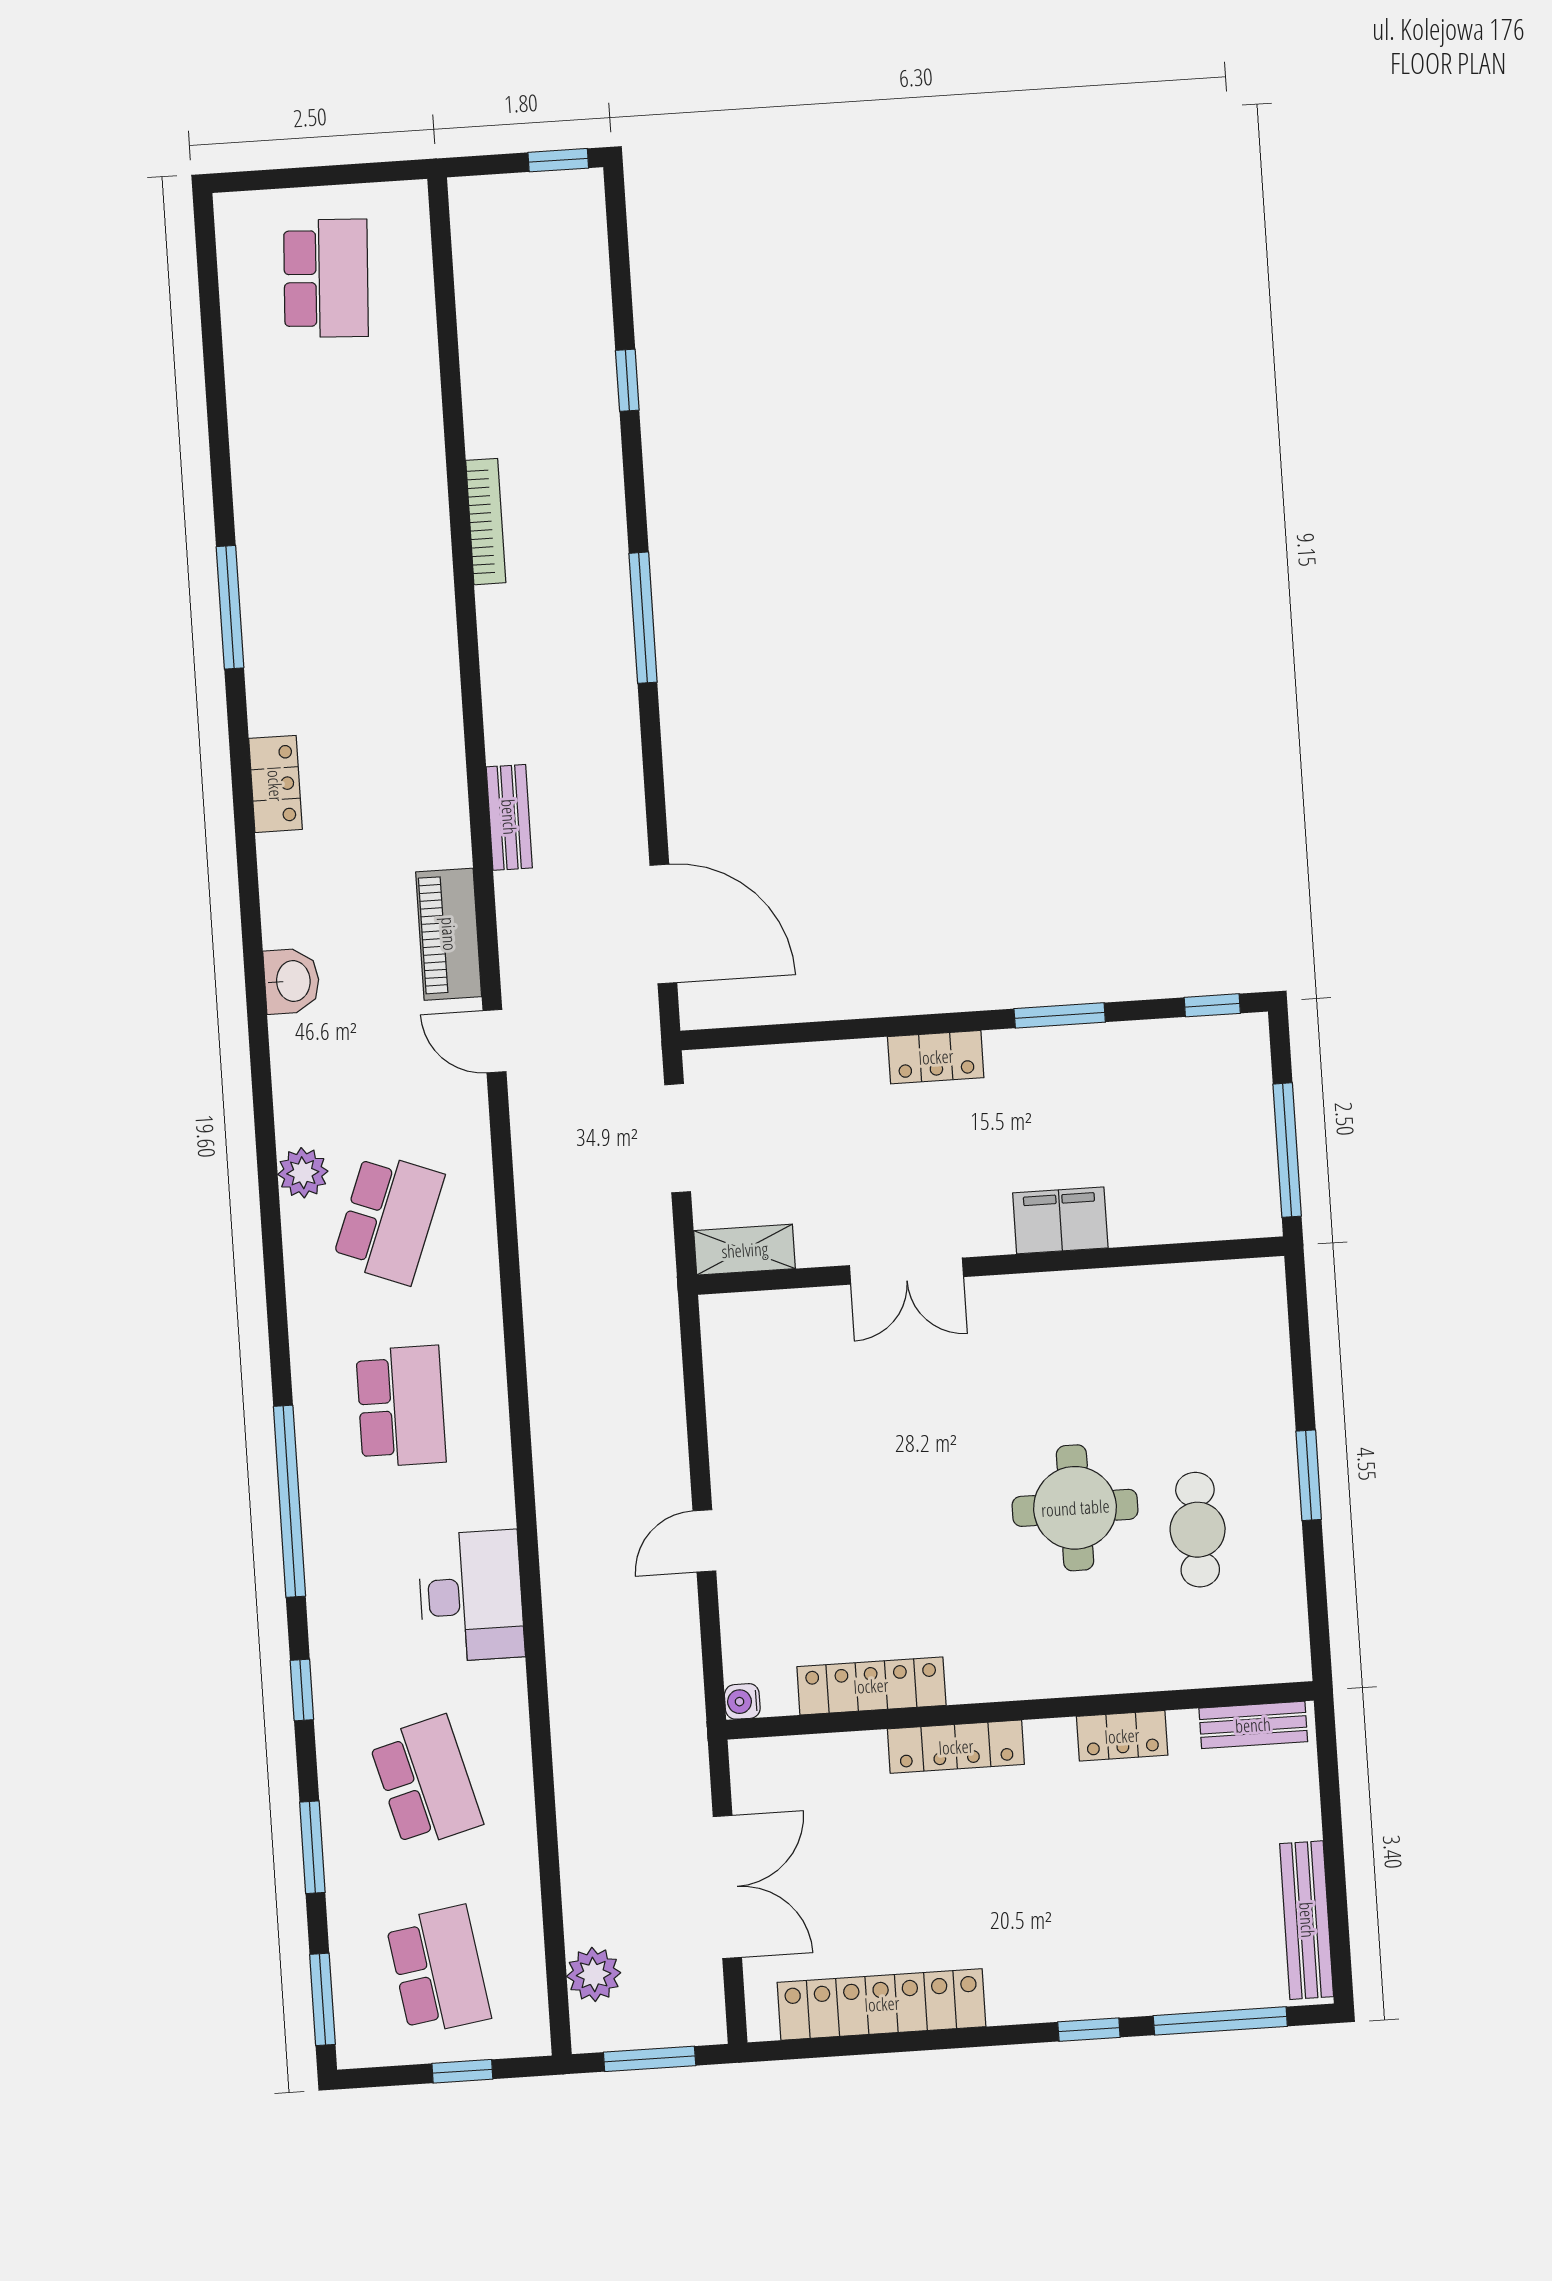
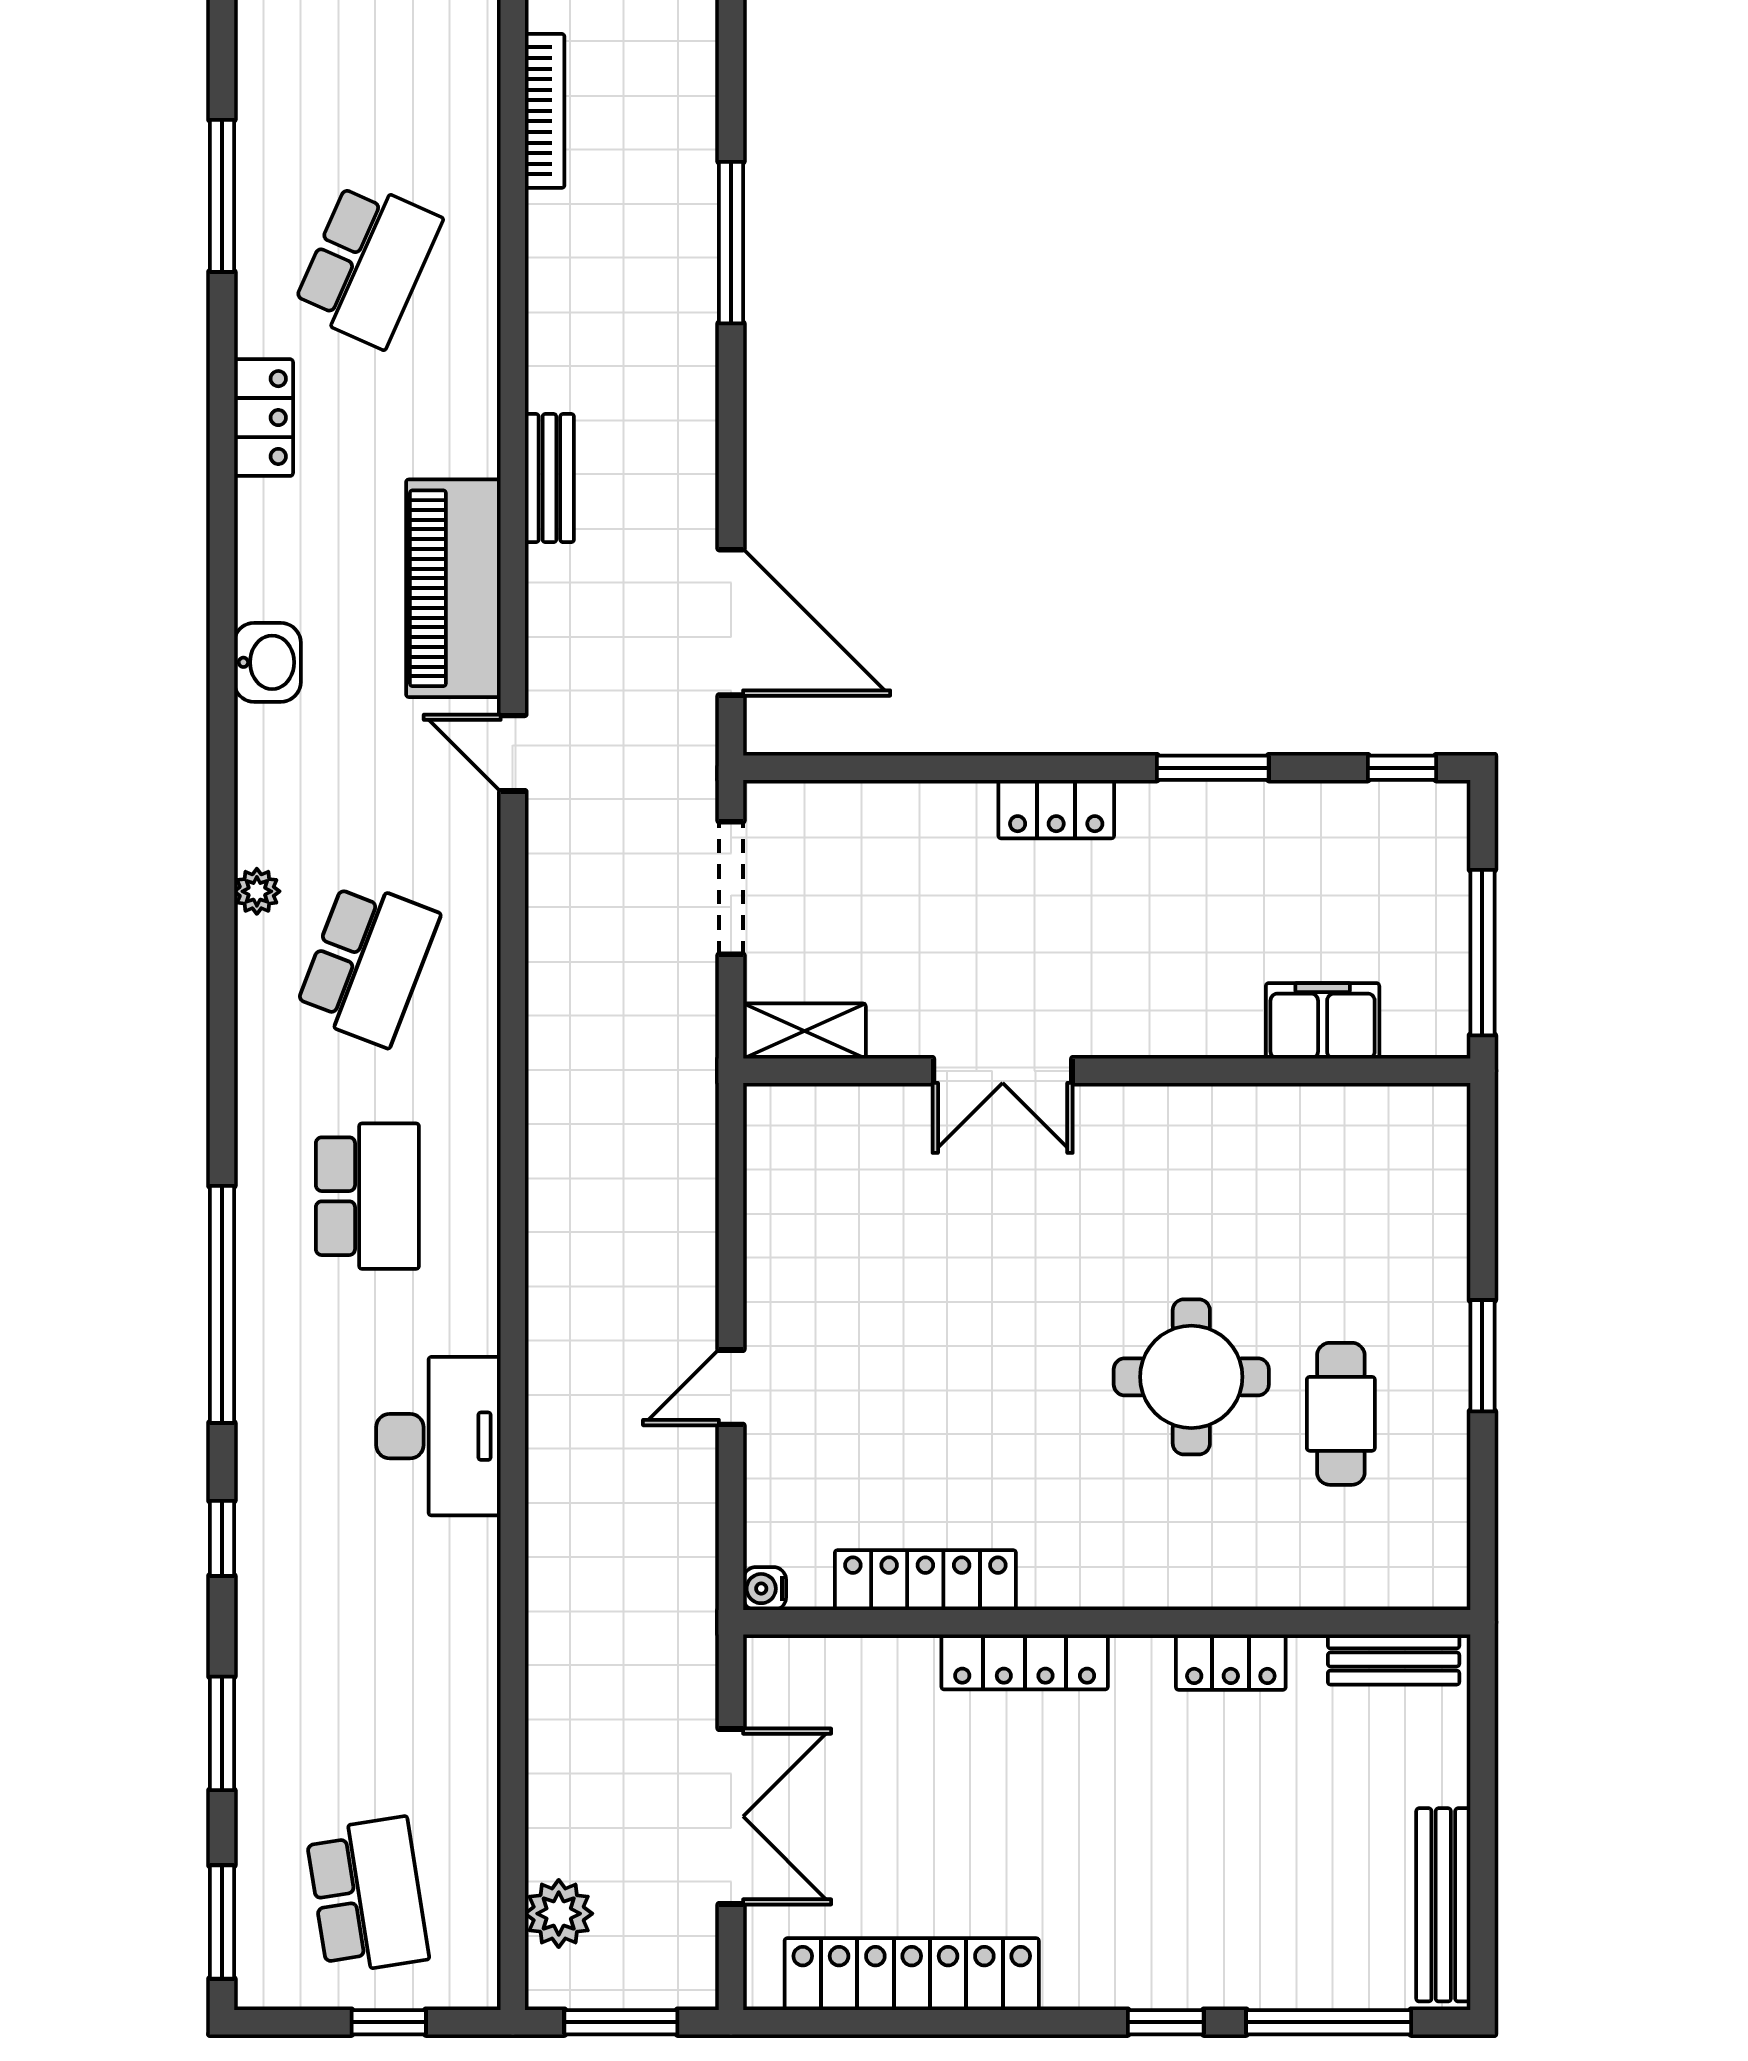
piano: (449, 934) -> (453, 588), width x1.37, depth x1.33
plant: (303, 1173) -> (257, 891), width x0.73, depth x0.73
filing cabinet: (1060, 1220) -> (1323, 1021), moved
school desk: (426, 1782) -> (367, 264), moved, turned 39

